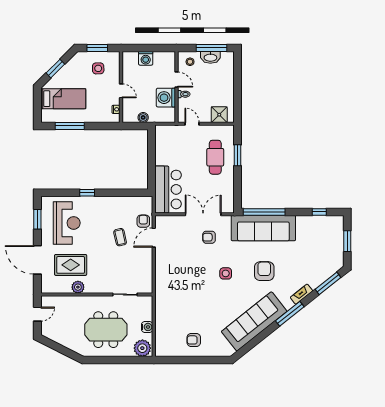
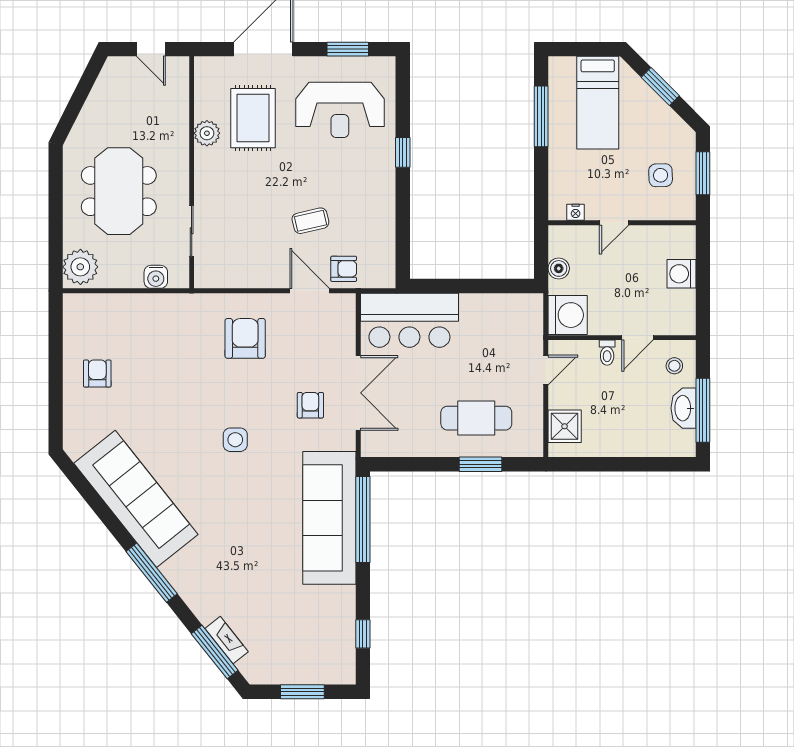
washing machine: (166, 98) -> (568, 315), moved, turned 90
armchair: (264, 271) -> (245, 338), moved, turned -90
fireplace: (301, 294) -> (227, 640), moved
water cooler: (147, 327) -> (156, 277), moved

